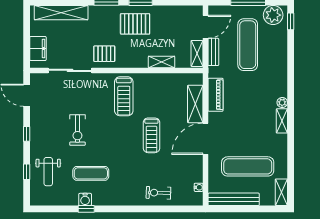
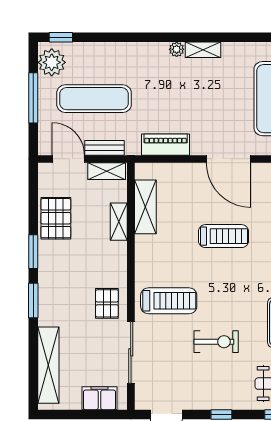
pallet: (135, 24) -> (56, 218), moved
treadmill: (124, 96) -> (169, 301), moved
shelving: (195, 104) -> (145, 207), moved, turned 90

